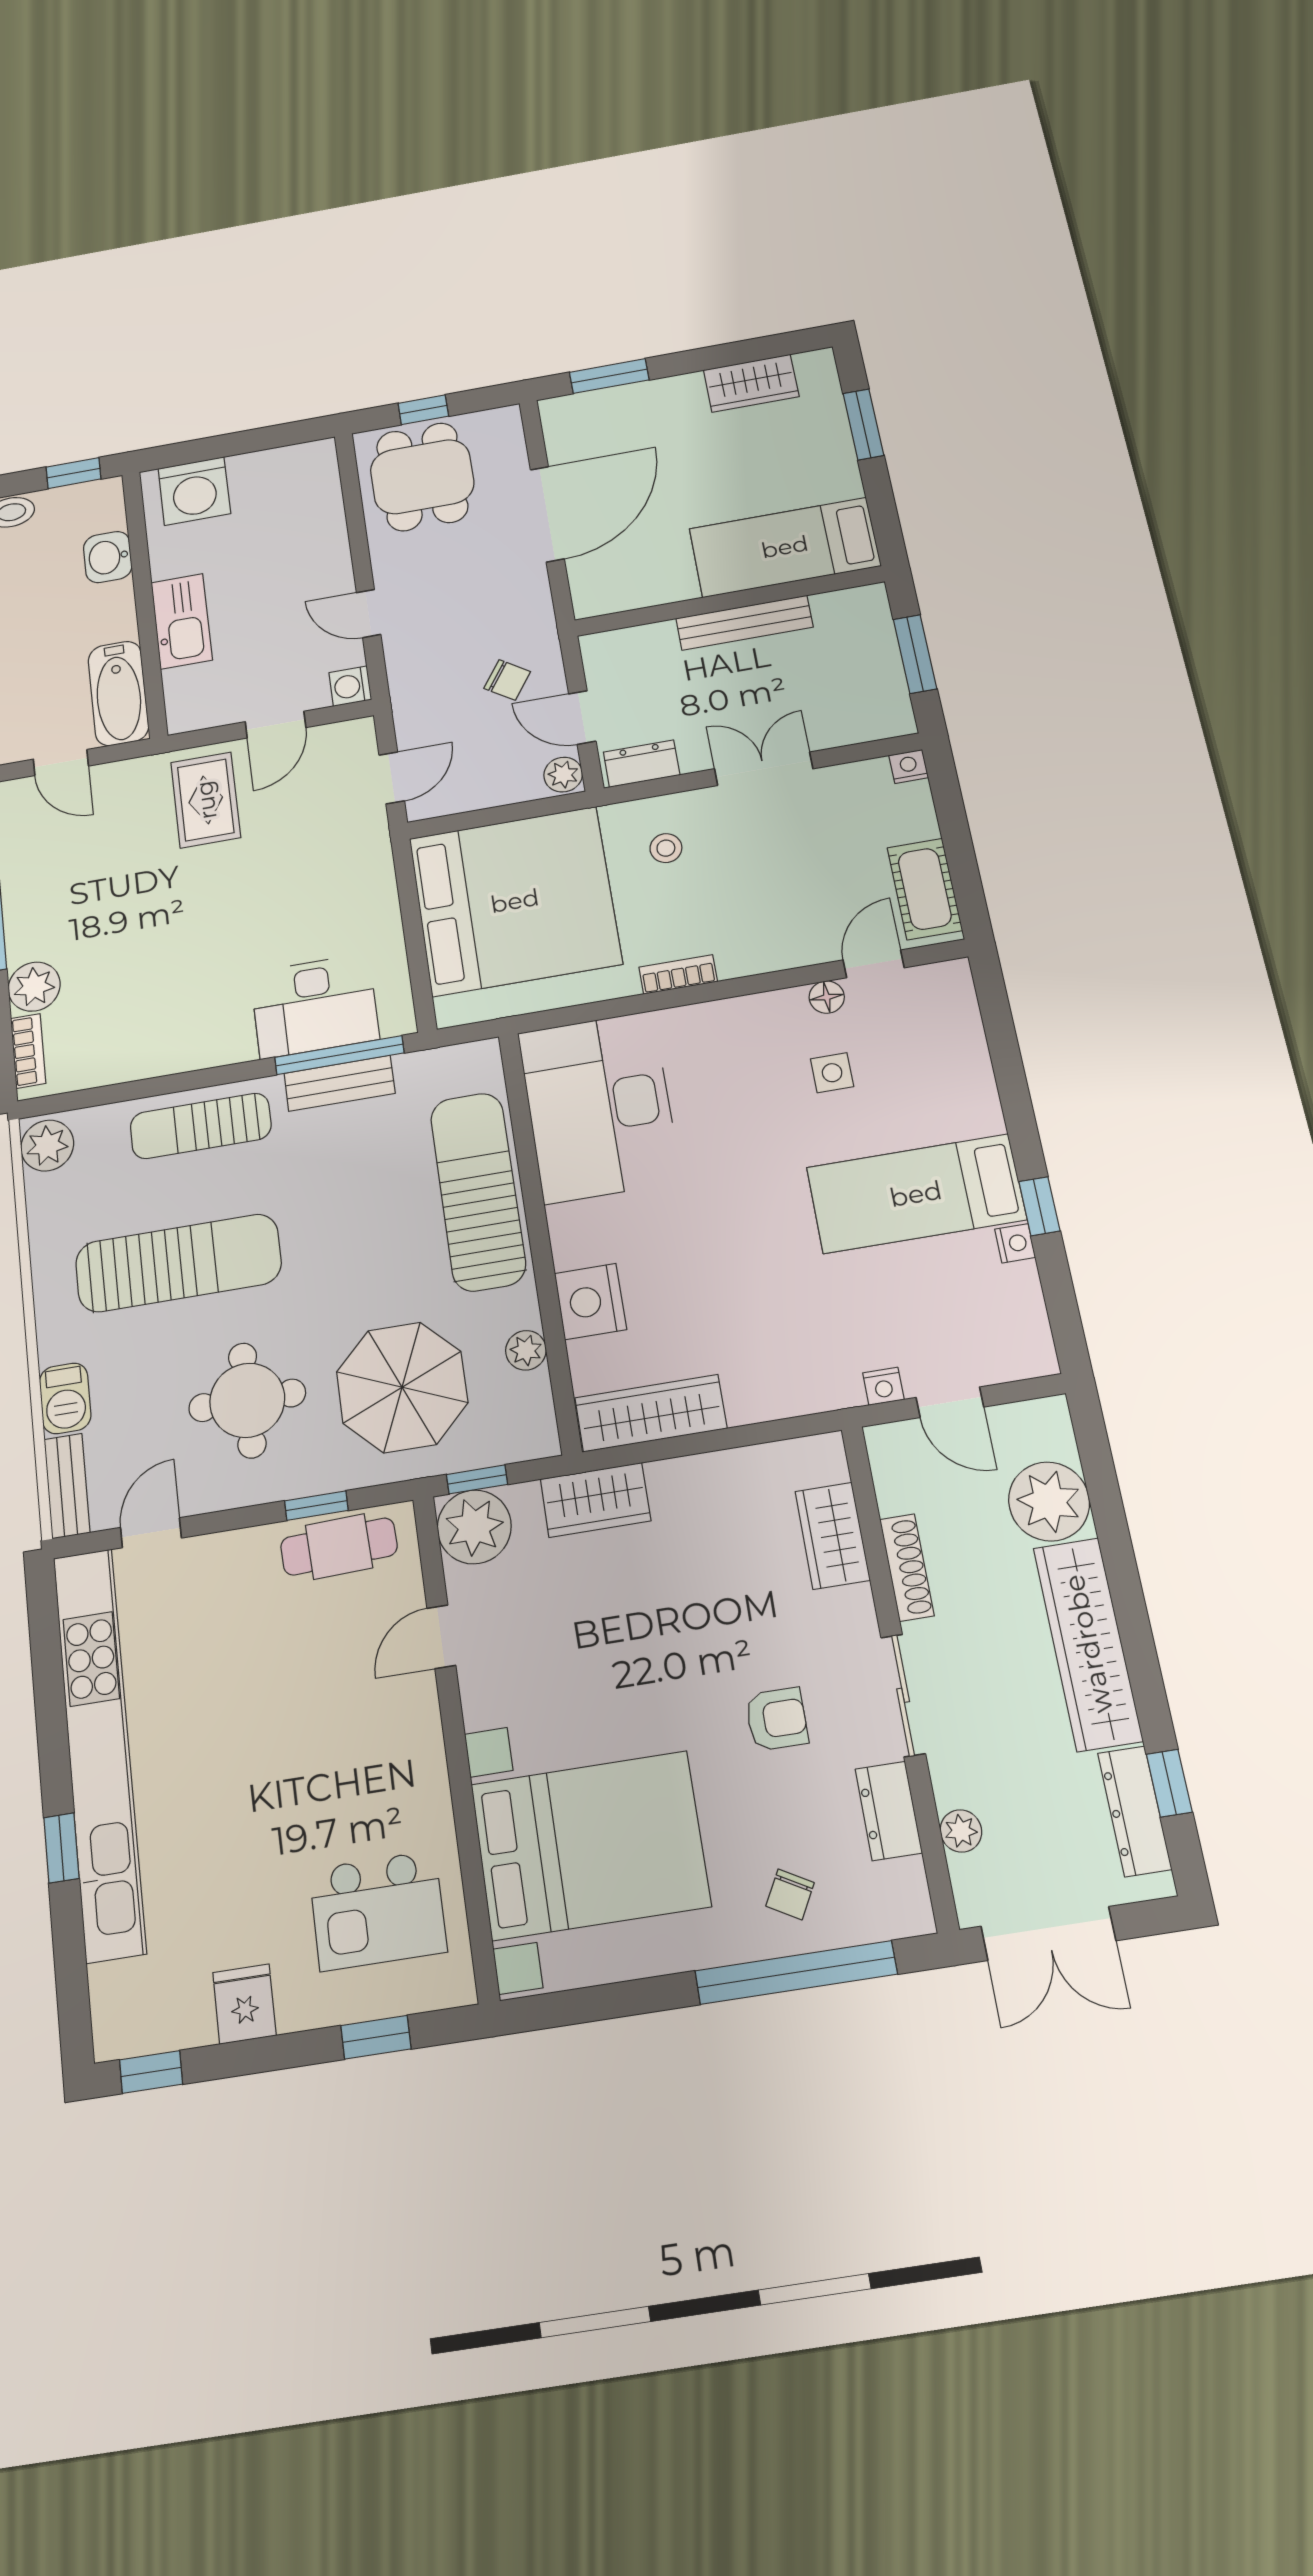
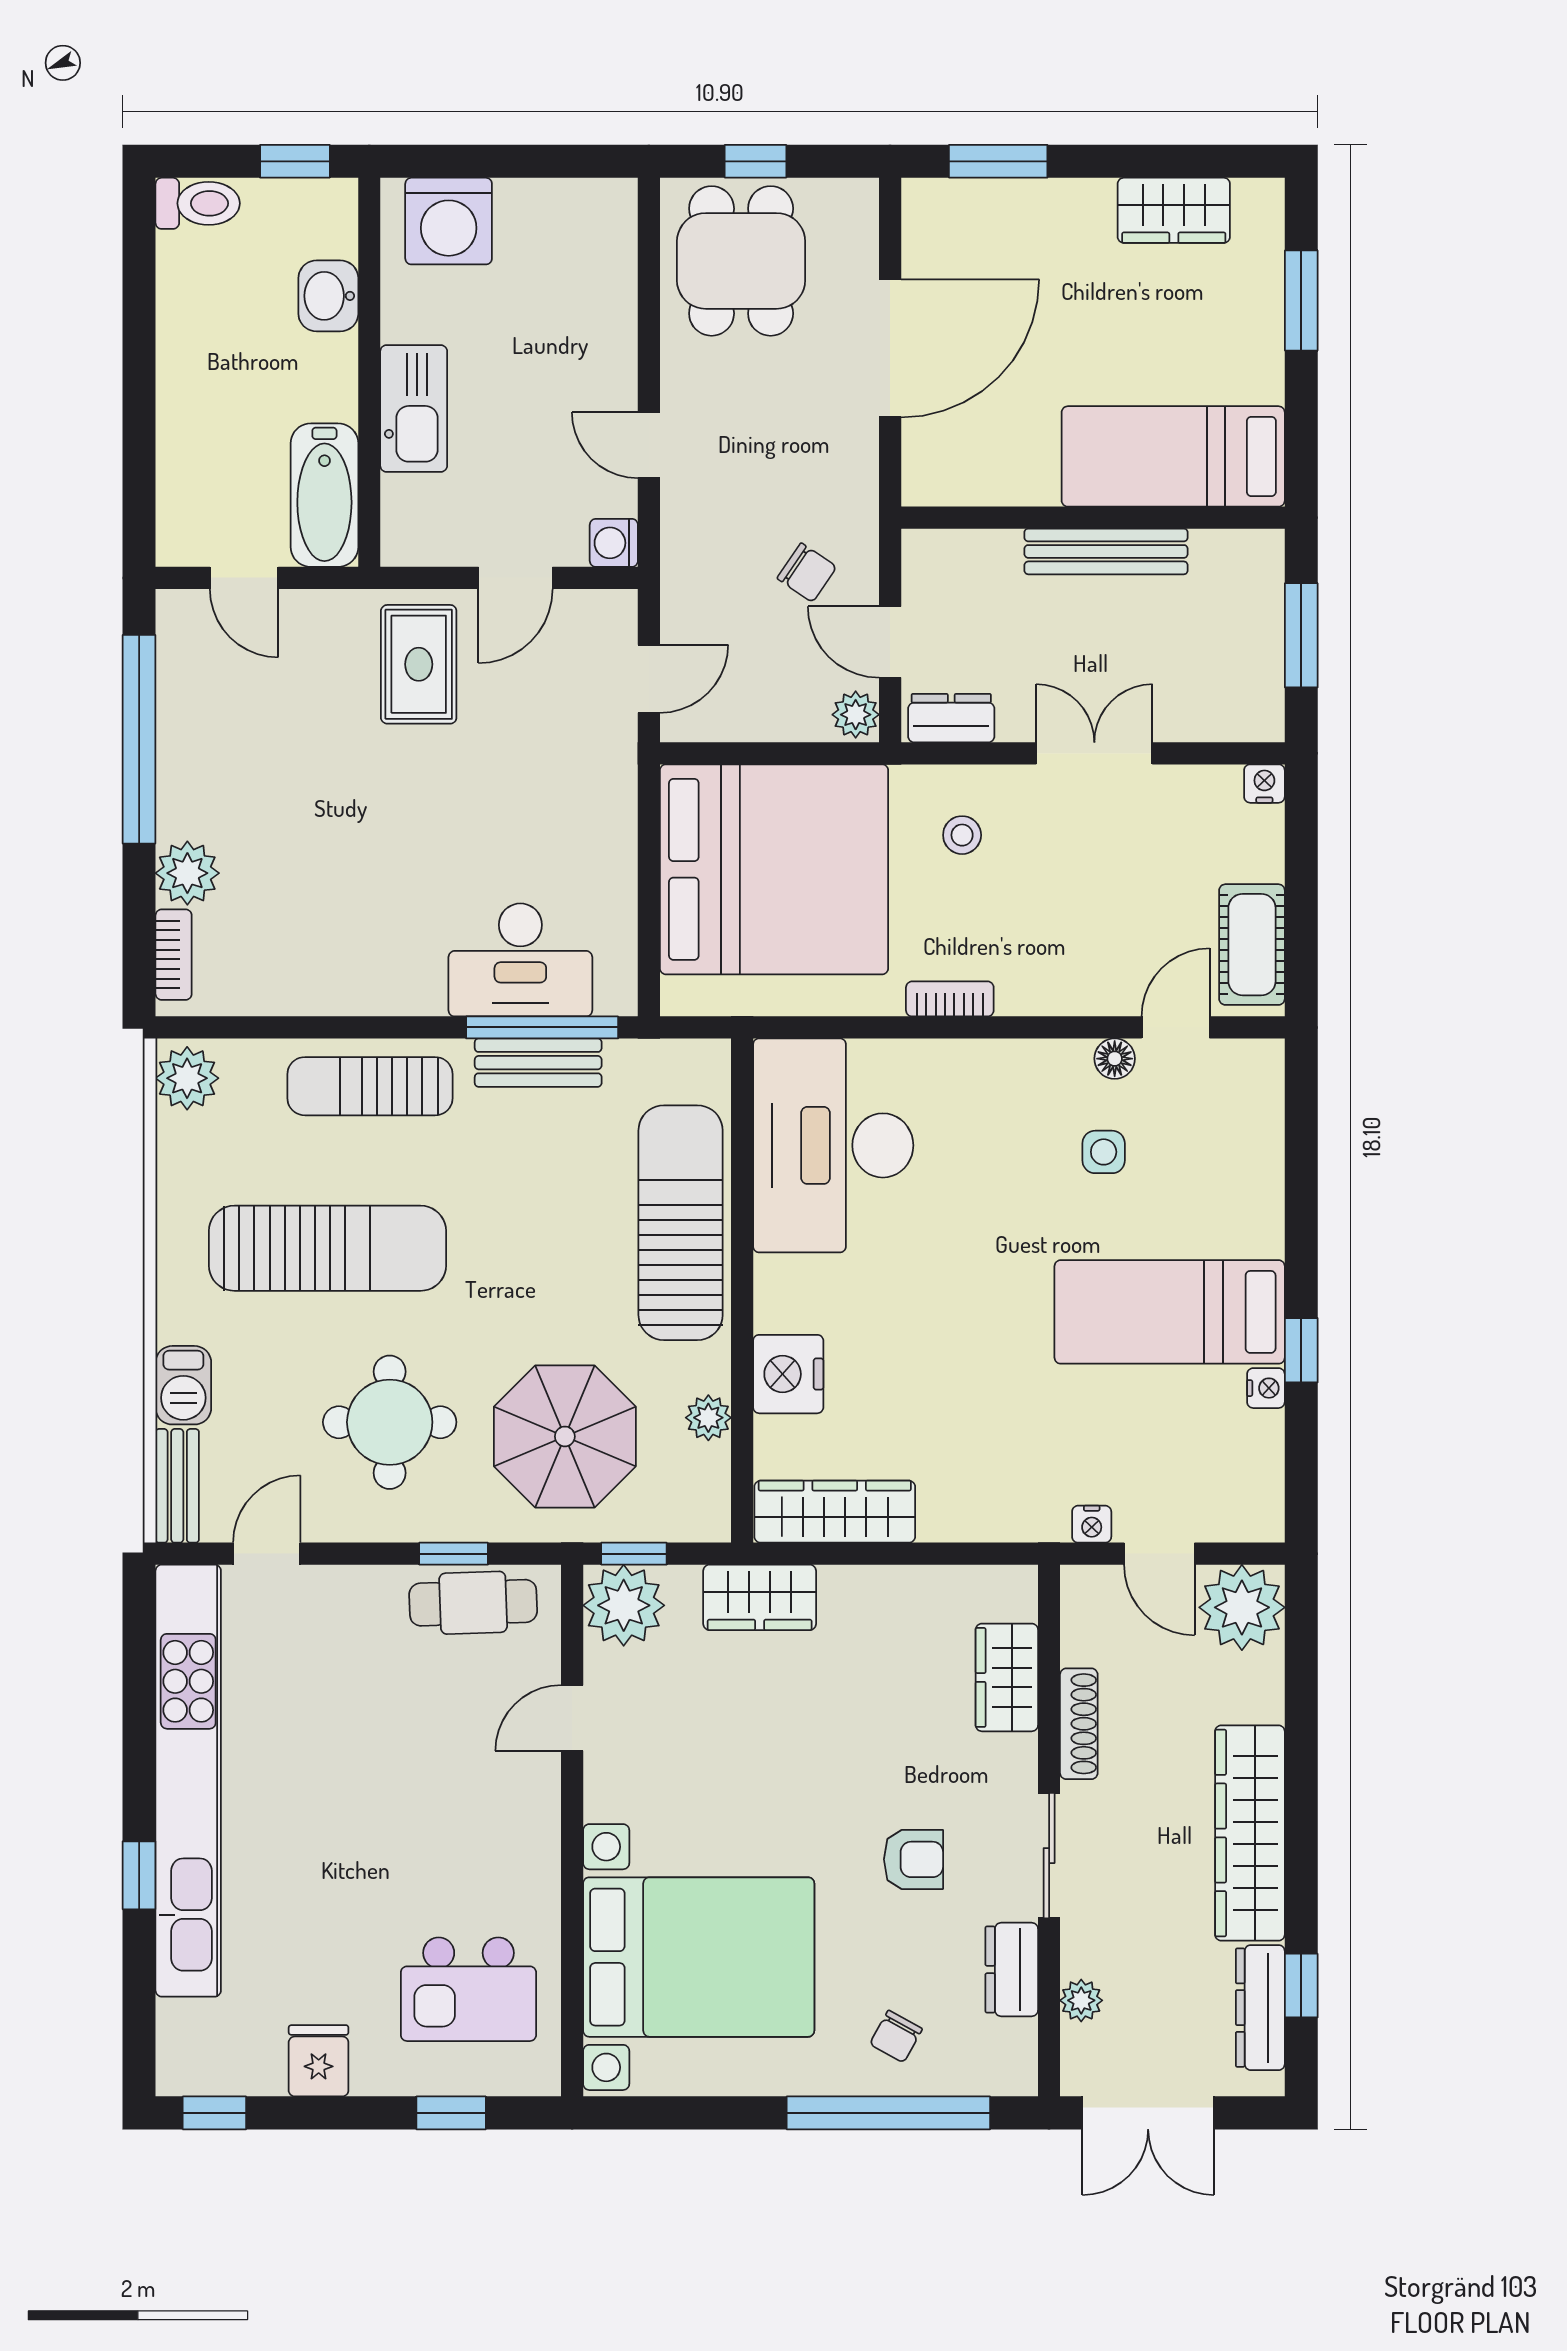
plant: (1049, 1501) -> (1242, 1607), moved

